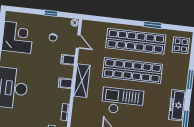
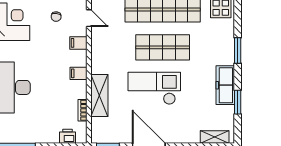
shop shelf: (132, 71) -> (163, 47), width x0.71
shelving: (82, 81) -> (99, 95), moved

